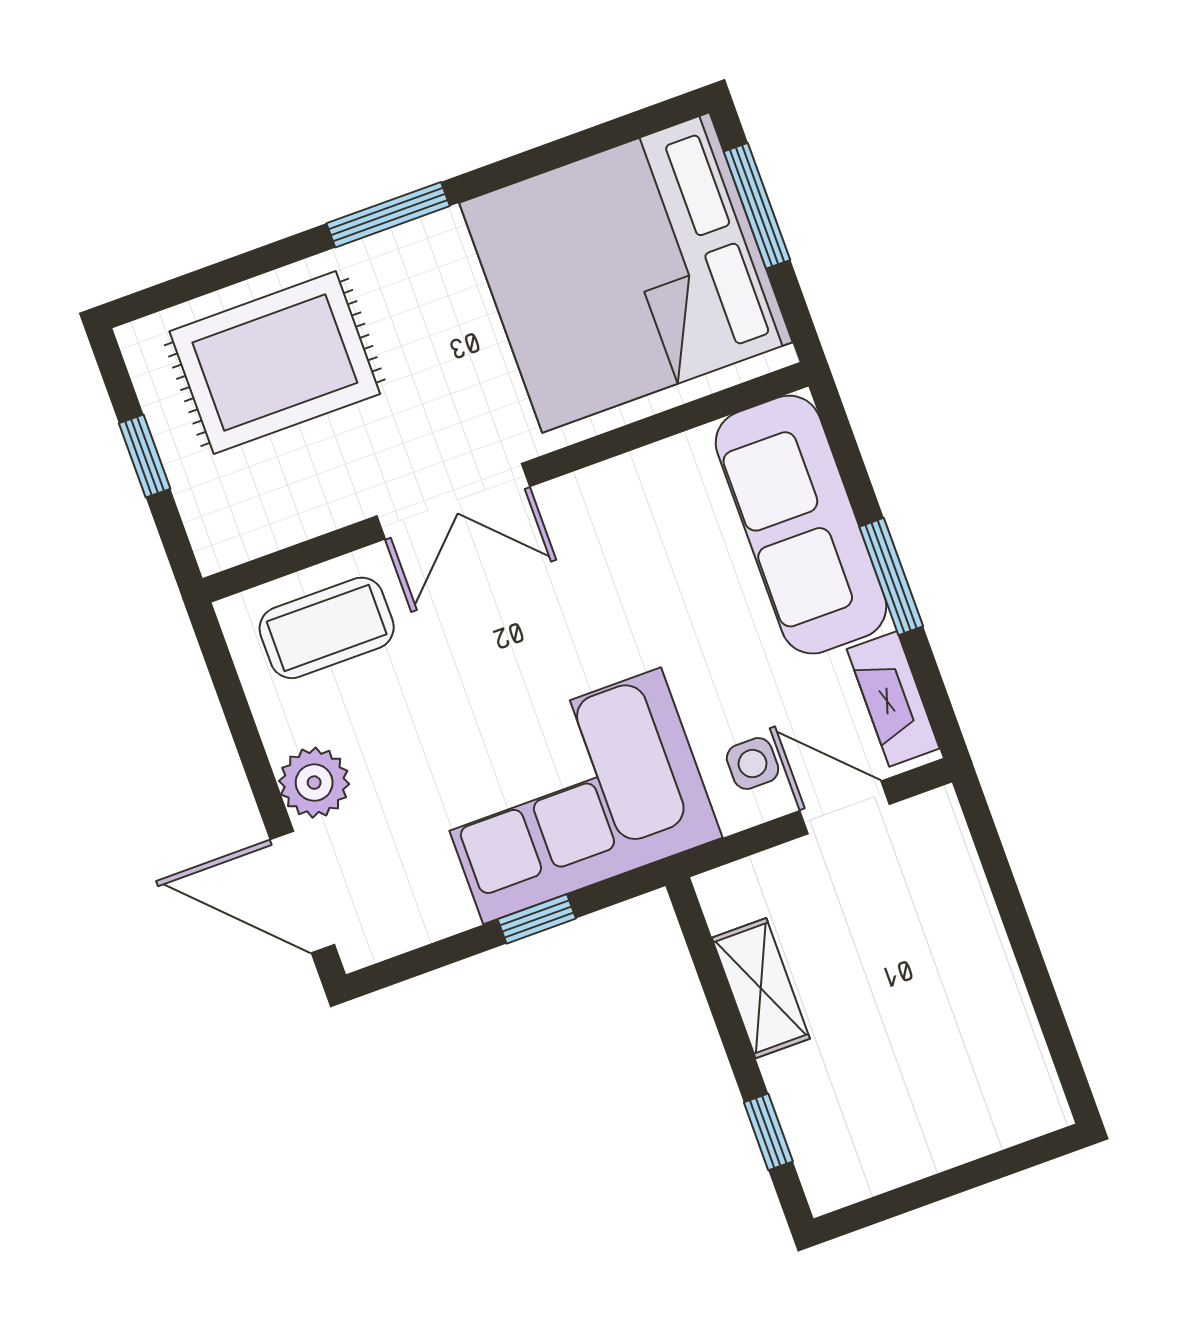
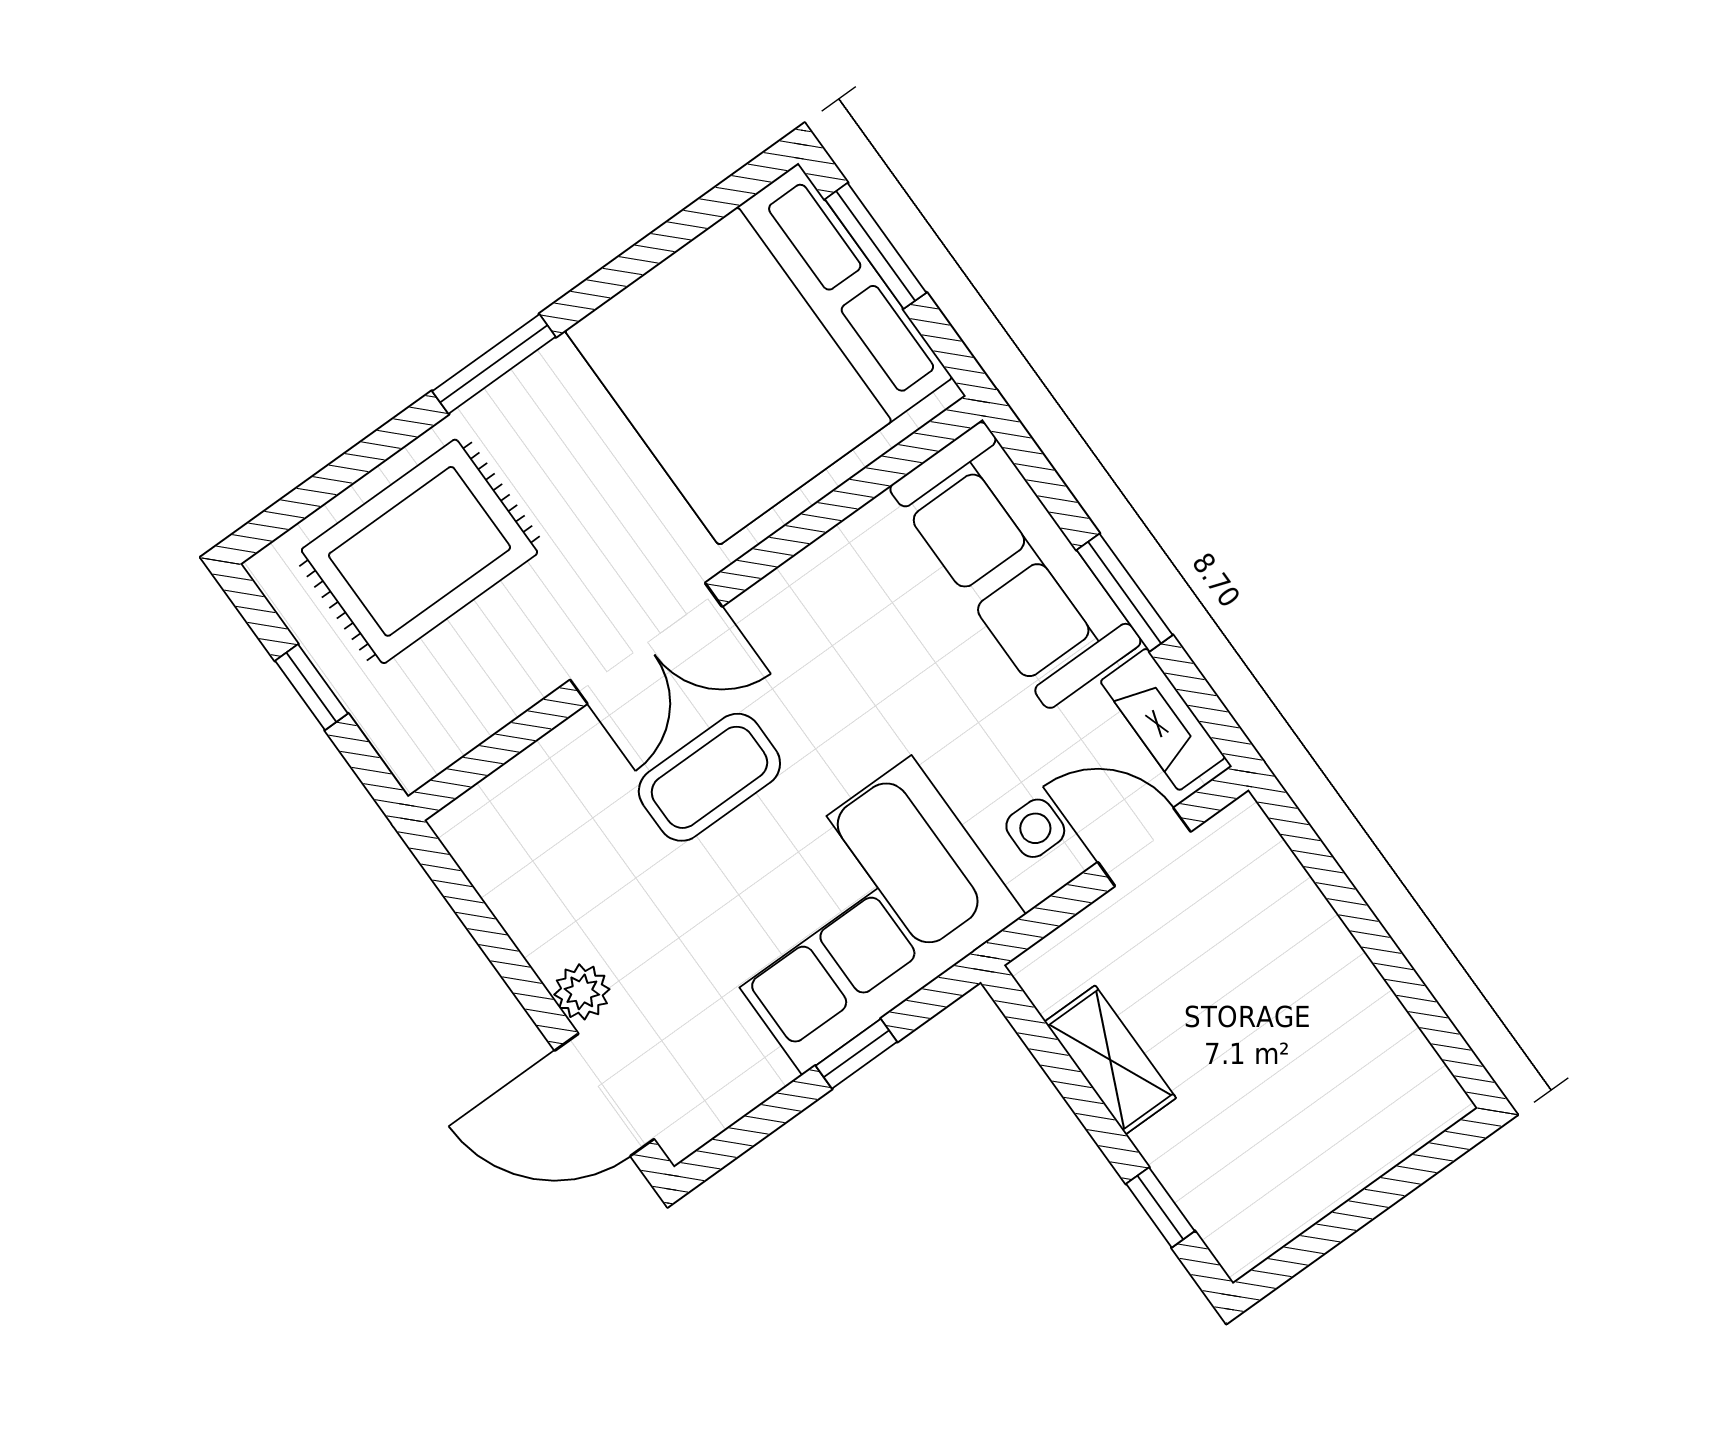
coffee table: (327, 628) -> (709, 777), moved
plant: (314, 783) -> (582, 992), width x0.73, depth x0.73

